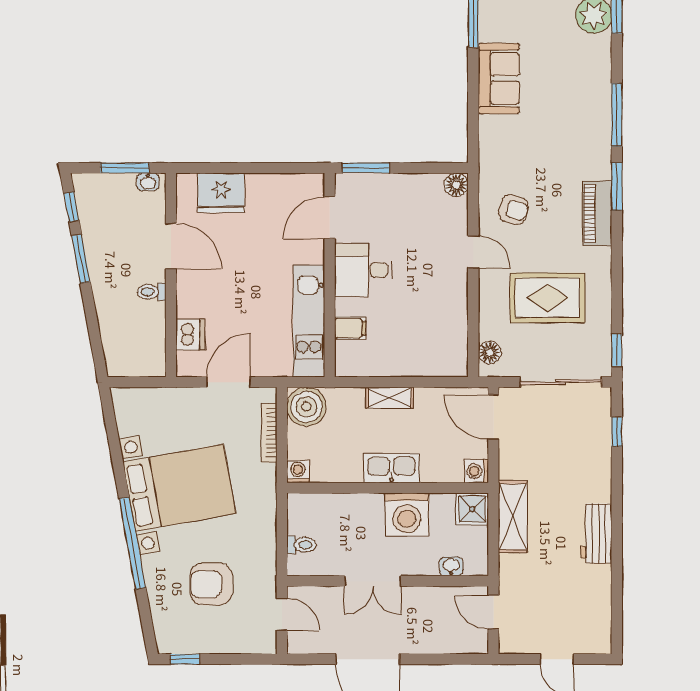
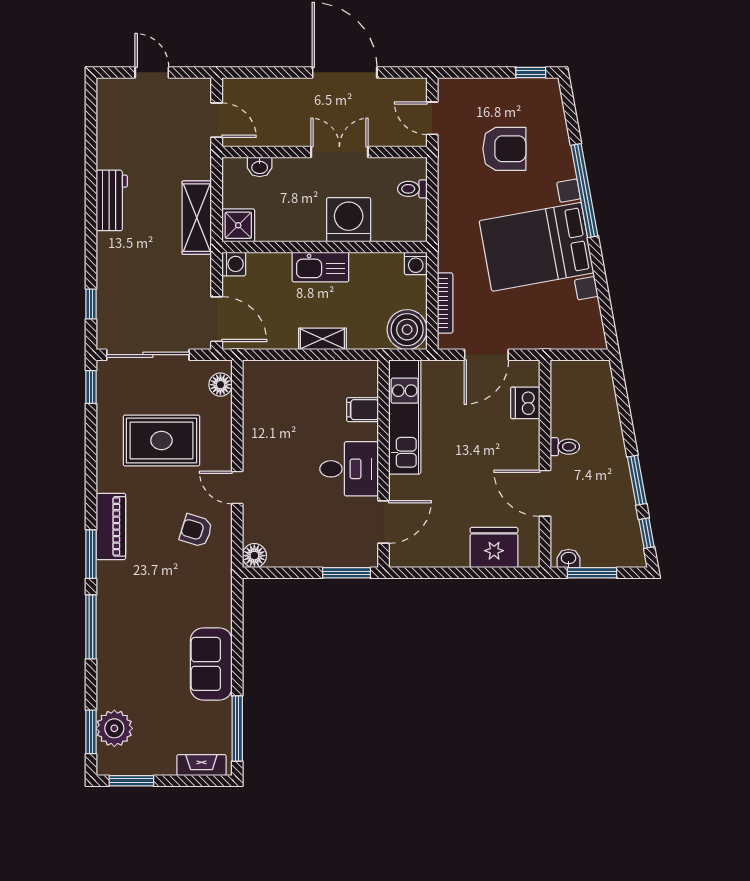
washing machine: (407, 515) -> (349, 220), moved

